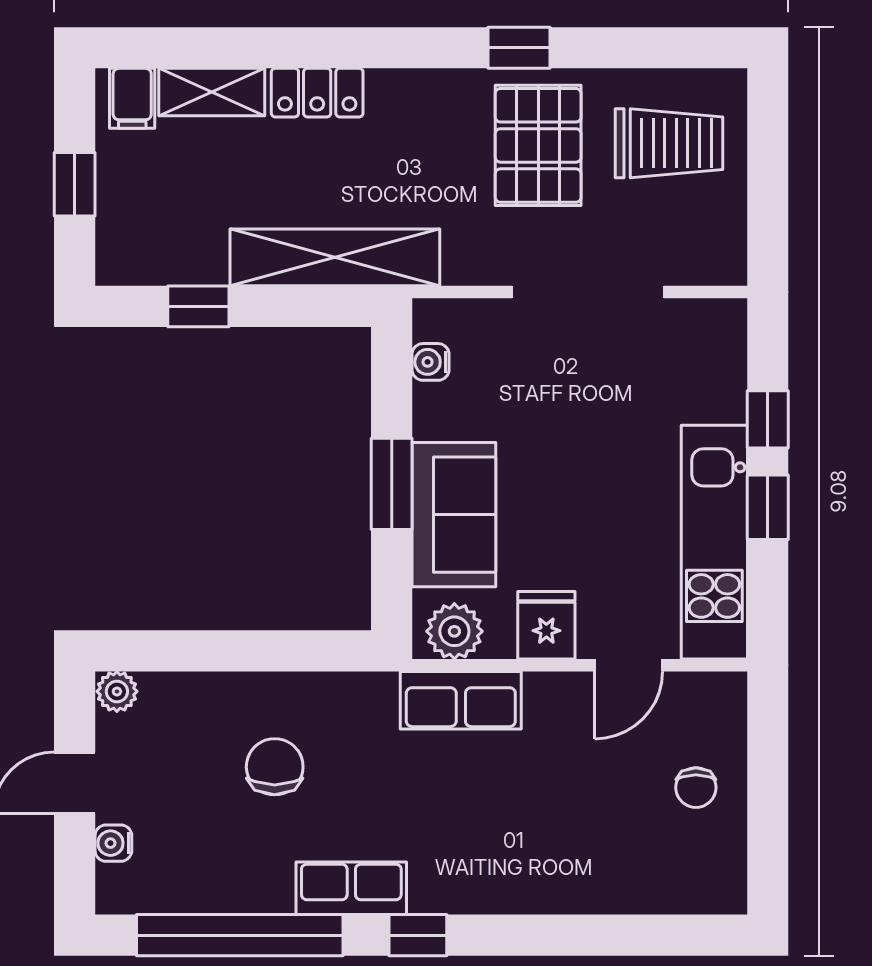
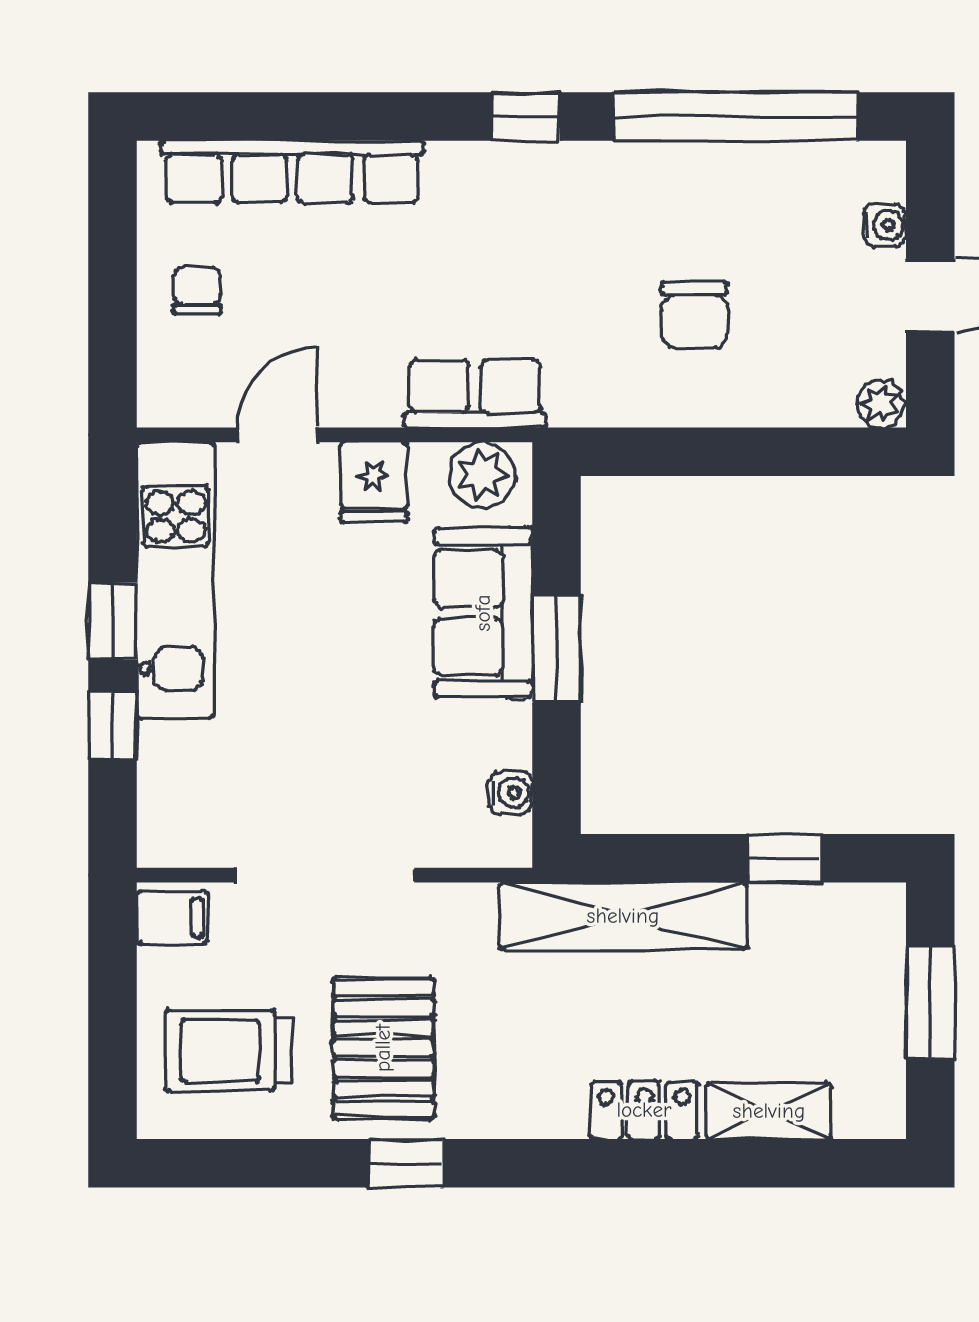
filing cabinet: (132, 98) -> (172, 918), moved, turned 90
window: (75, 184) -> (930, 1002), width x1.50
row of seats: (351, 888) -> (292, 172), moved, width x2.02

